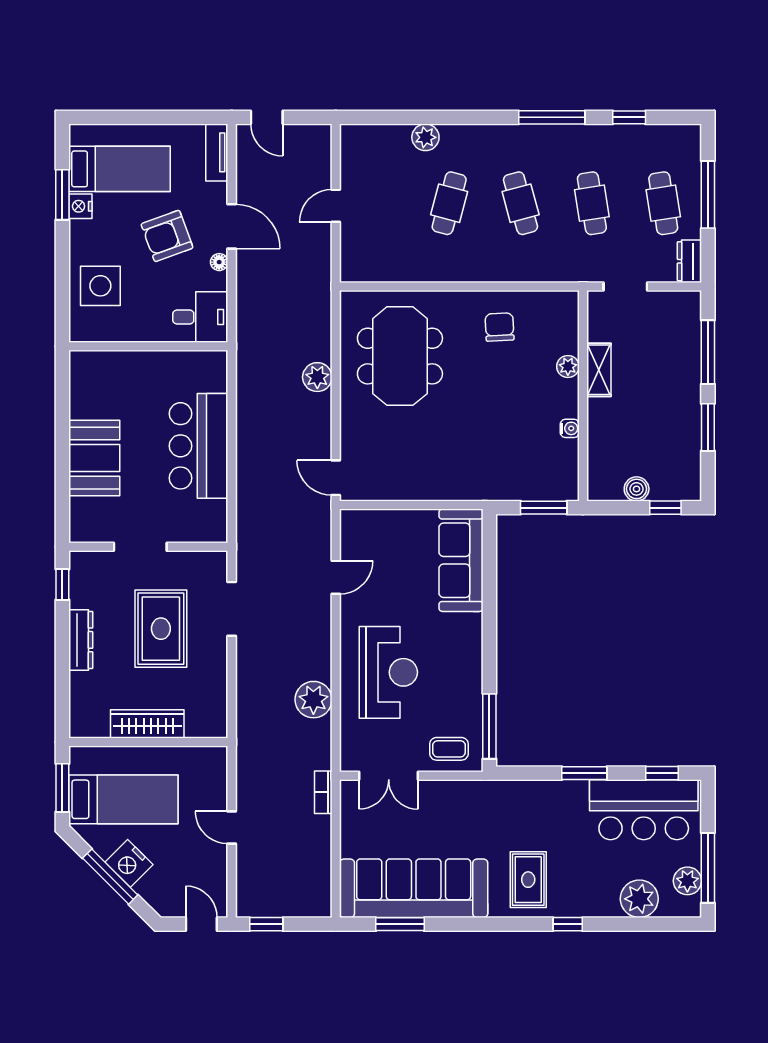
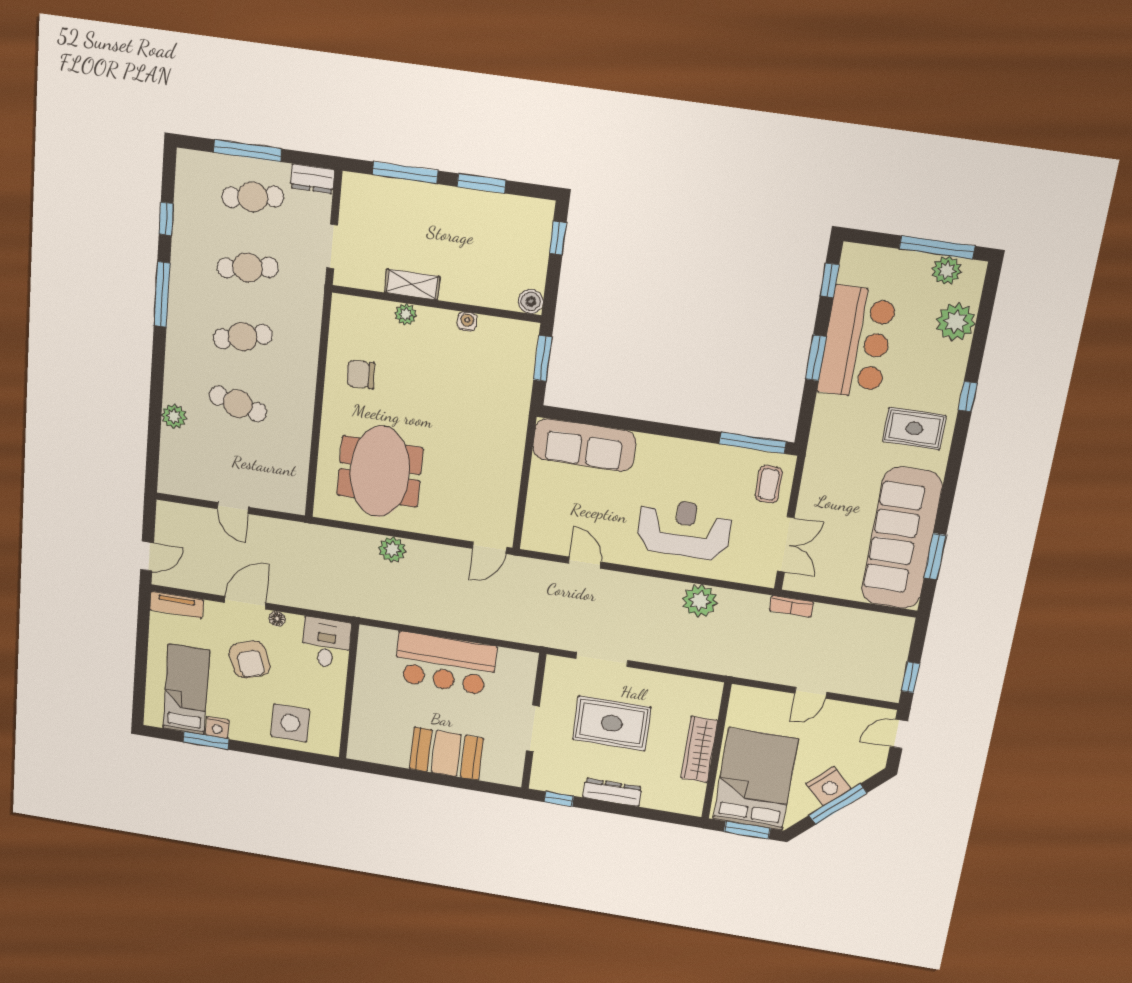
meeting table: (400, 356) -> (380, 472), turned 90
boiler: (637, 489) -> (531, 302), moved
bed: (123, 799) -> (755, 779), width x1.50
bar counter: (644, 810) -> (857, 343), moved

